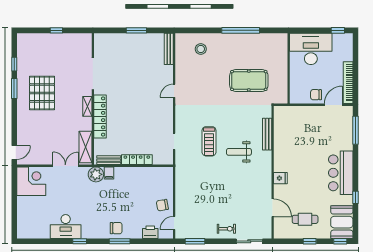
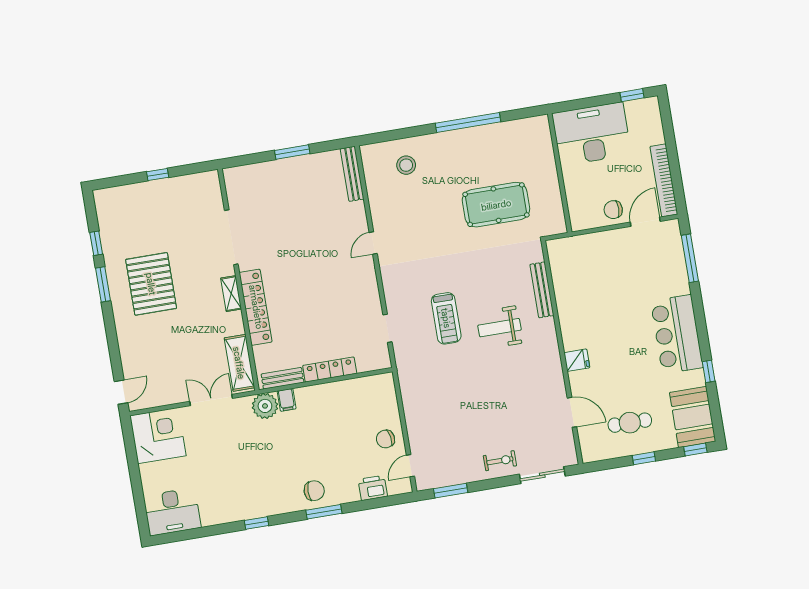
desk: (66, 227) -> (172, 512), moved

